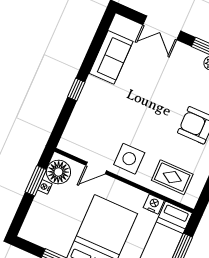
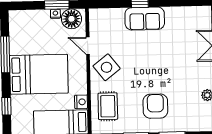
sofa: (111, 57) -> (145, 19), moved
side table: (129, 159) -> (107, 67), turned -38

